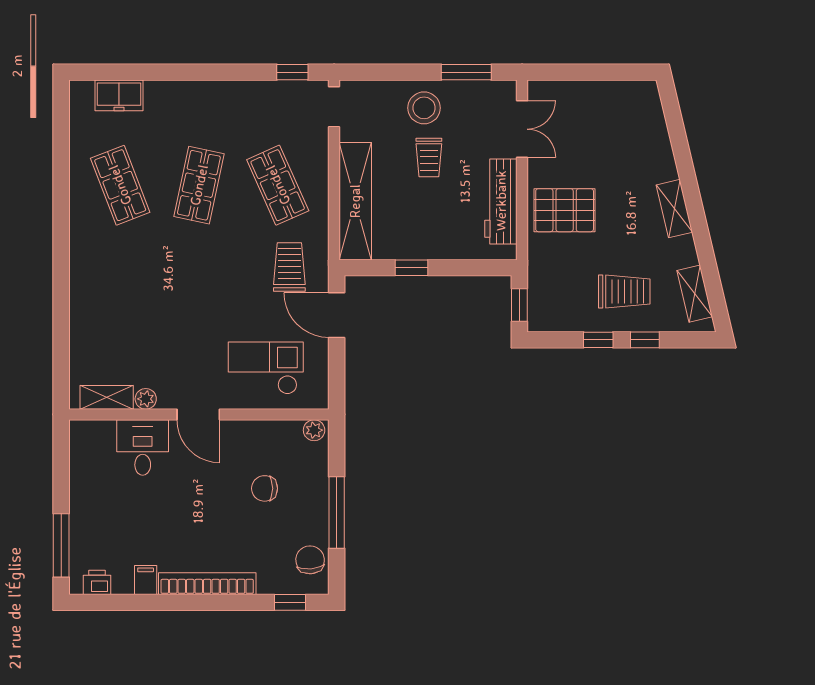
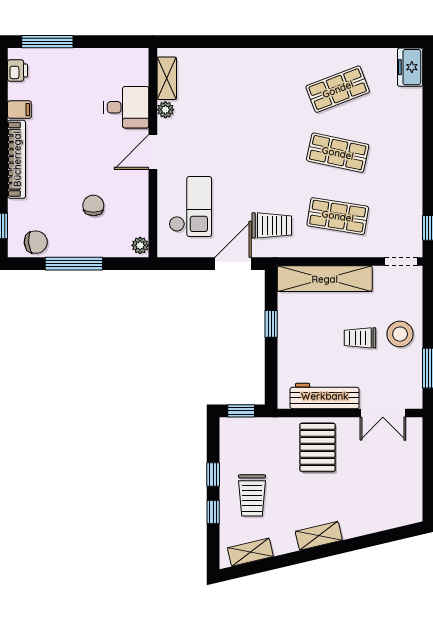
freezer: (119, 95) -> (410, 67), moved
shop shelf: (278, 185) -> (338, 216), turned 33

